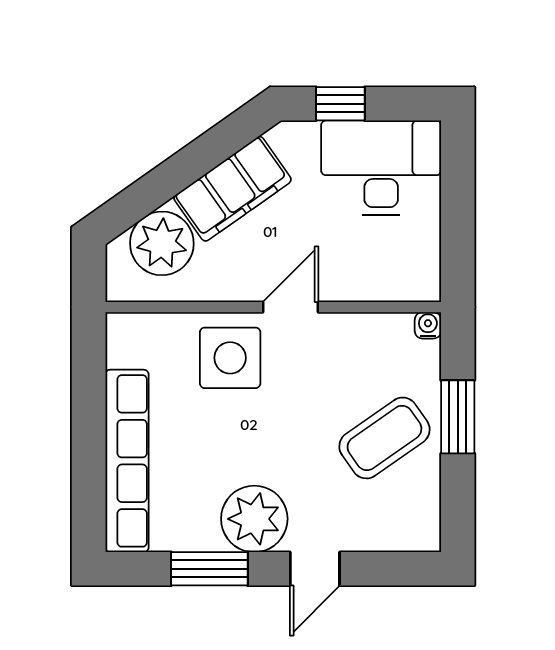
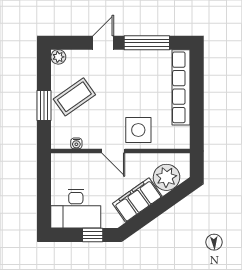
door: (290, 307) -> (113, 151), hinge flipped
water cooler: (428, 325) -> (76, 143), moved
plant: (254, 519) -> (58, 57), moved, width x0.53, depth x0.53
window: (209, 569) -> (147, 43), width x1.44

